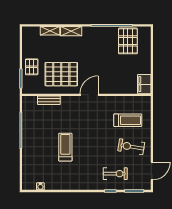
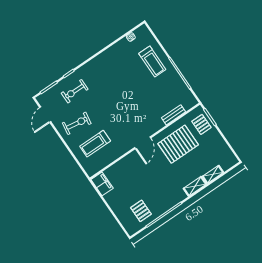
pallet: (128, 41) -> (141, 211), width x0.67, depth x0.71
pallet: (32, 67) -> (201, 124), moved
treadmill: (65, 147) -> (152, 62), moved

